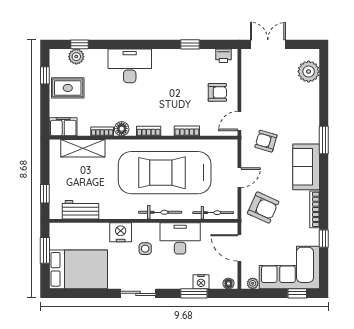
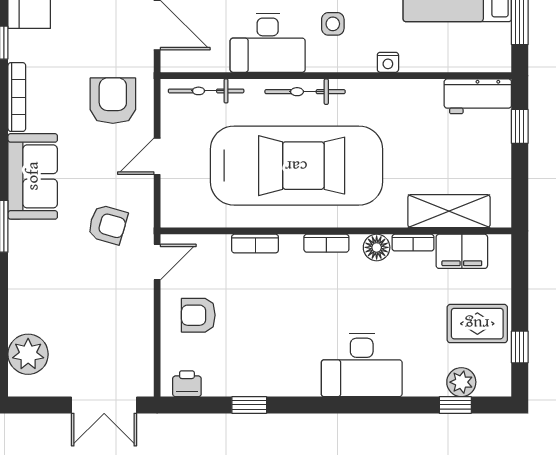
filing cabinet: (63, 127) -> (462, 251), moved
armchair: (263, 208) -> (113, 101), turned 66
workbench: (81, 210) -> (478, 96), moved
nightstand: (121, 232) -> (388, 62), width x0.53, depth x0.56

